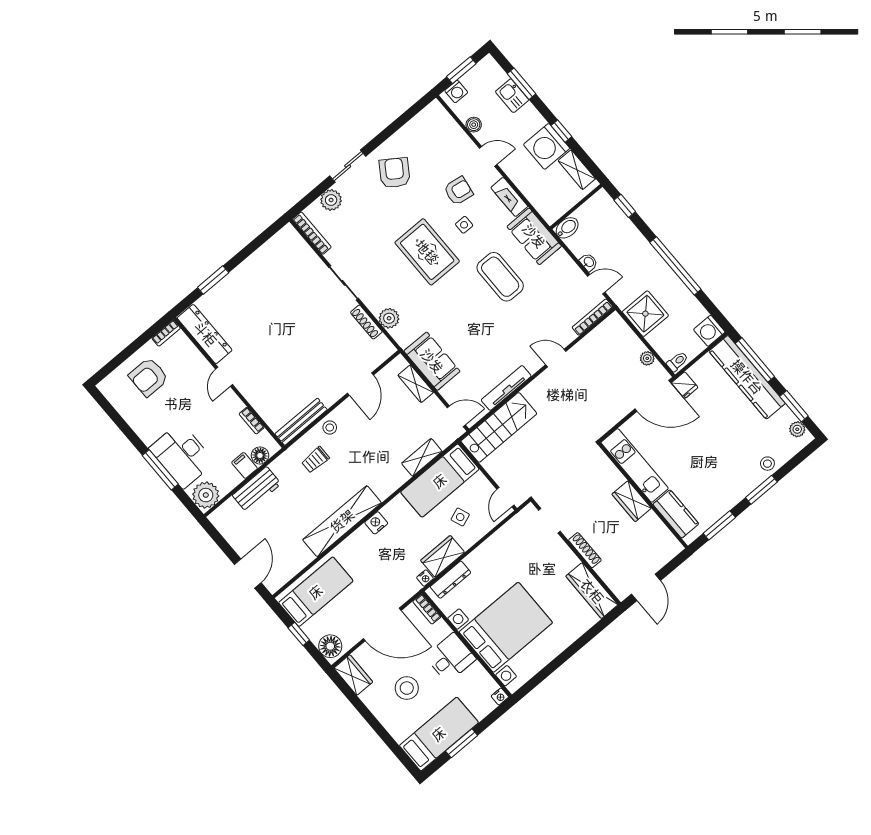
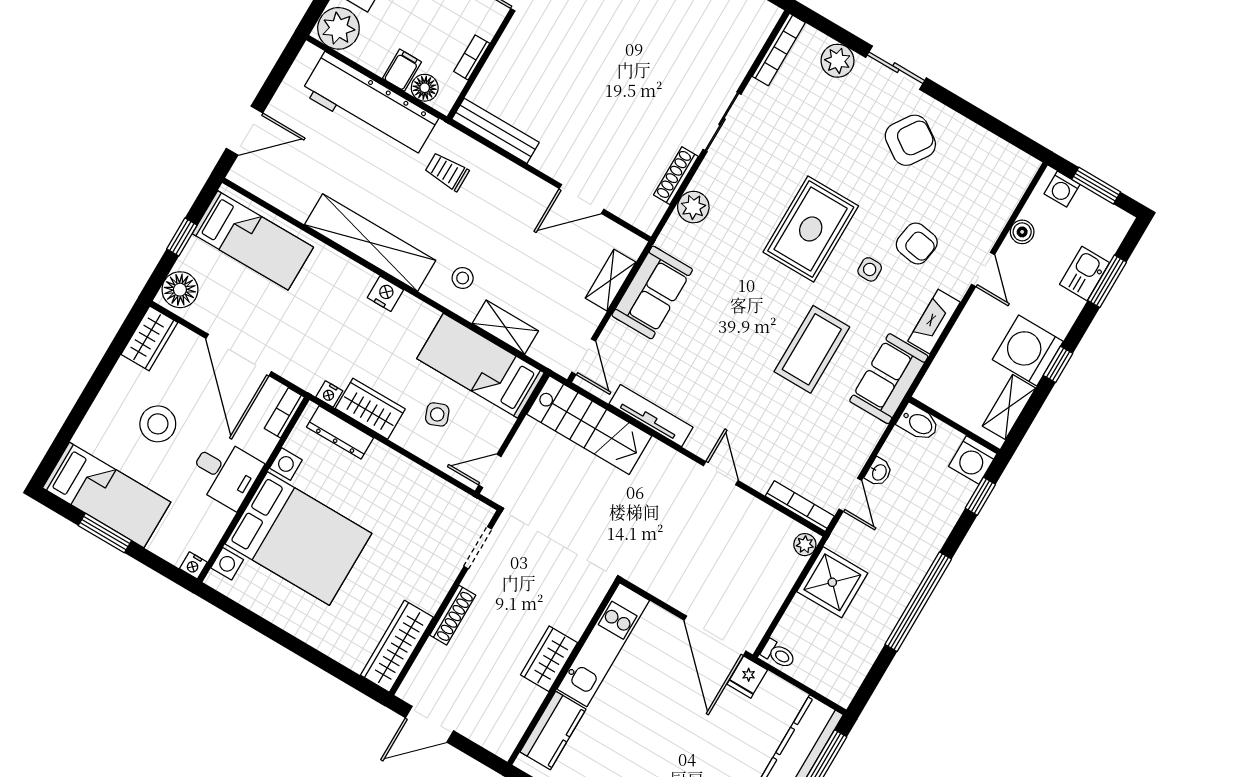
washing machine: (709, 331) -> (973, 460), moved, turned -90
plant: (647, 358) -> (805, 545), moved
stool: (330, 427) -> (463, 278), moved
workbench: (257, 490) -> (370, 105), width x1.88, depth x1.32

